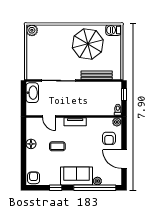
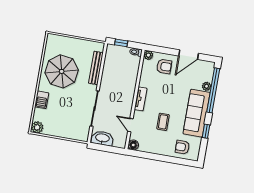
barbecue: (114, 30) -> (42, 100), moved
door: (49, 116) -> (130, 125), swing flipped
floor lamp: (31, 144) -> (133, 145), moved
sofa: (77, 176) -> (197, 113), width x1.36
armchair: (34, 178) -> (182, 147), moved

